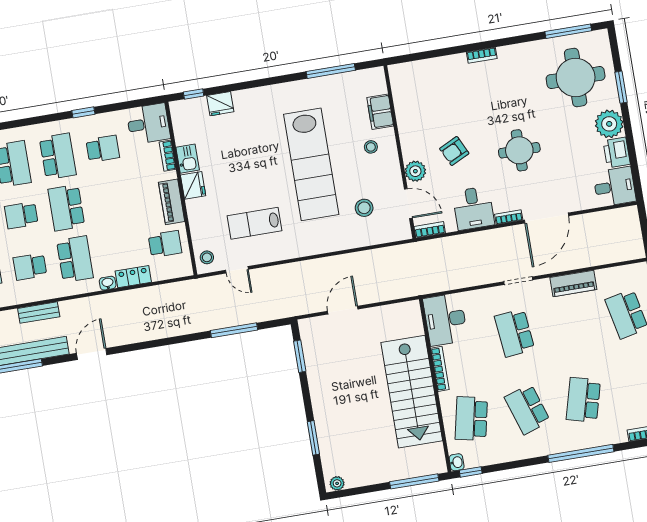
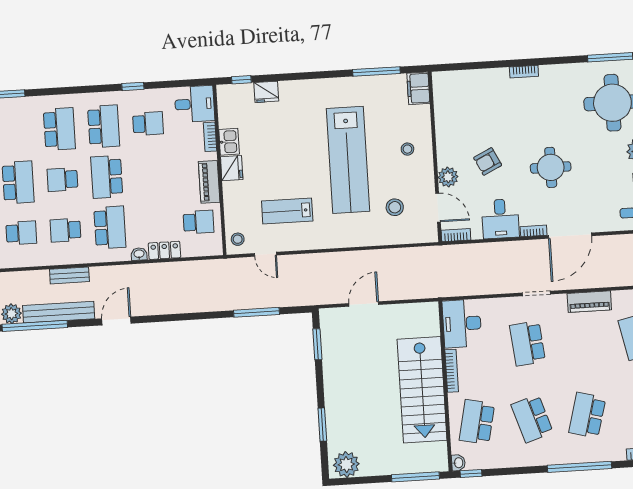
filing cabinet: (380, 112) -> (418, 88), moved
plant: (337, 483) -> (346, 464), width x1.88, depth x1.88

